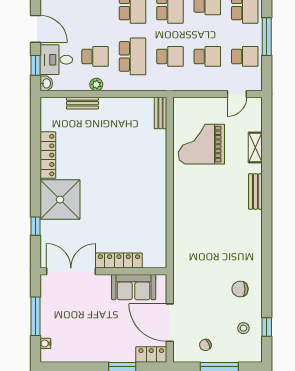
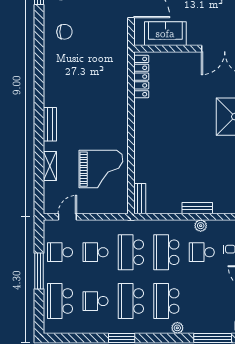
school desk: (170, 56) -> (131, 252), width x1.85
bench: (82, 103) -> (197, 208), moved
locker: (119, 260) -> (141, 77), moved, turned -90

